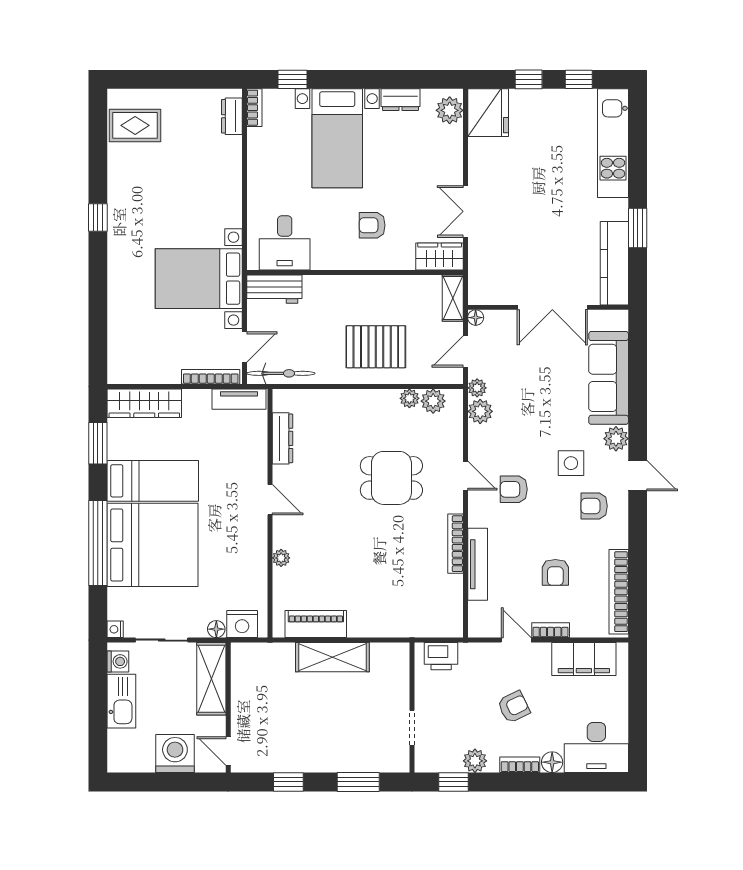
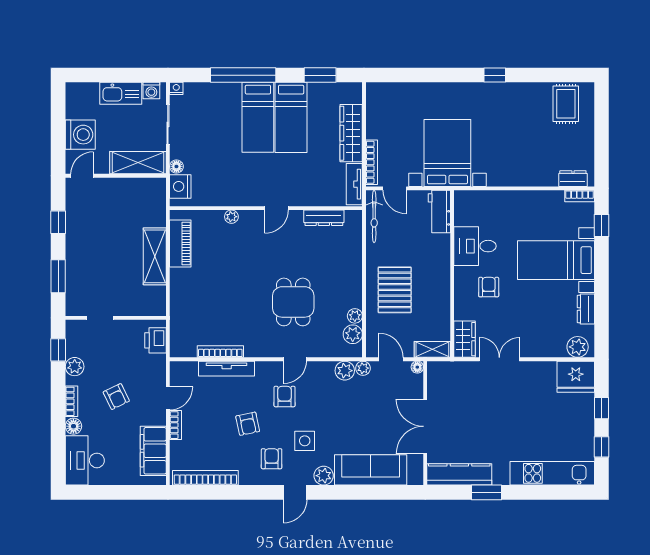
desk: (285, 243) -> (475, 246), moved
wardrobe: (144, 403) -> (351, 133), moved
bookcase: (456, 544) -> (220, 352), moved
bed: (153, 545) -> (258, 117), width x0.49
armchair: (555, 572) -> (248, 424), moved, turned -102

